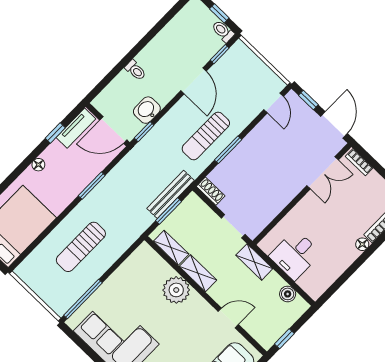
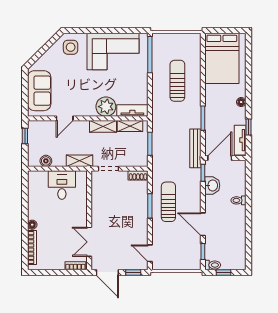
bench: (170, 194) -> (195, 148), moved
tv unit: (154, 261) -> (132, 110), added

